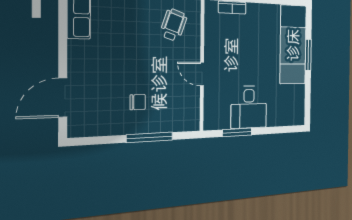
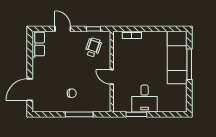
window: (308, 55) -> (189, 64), width x1.44

